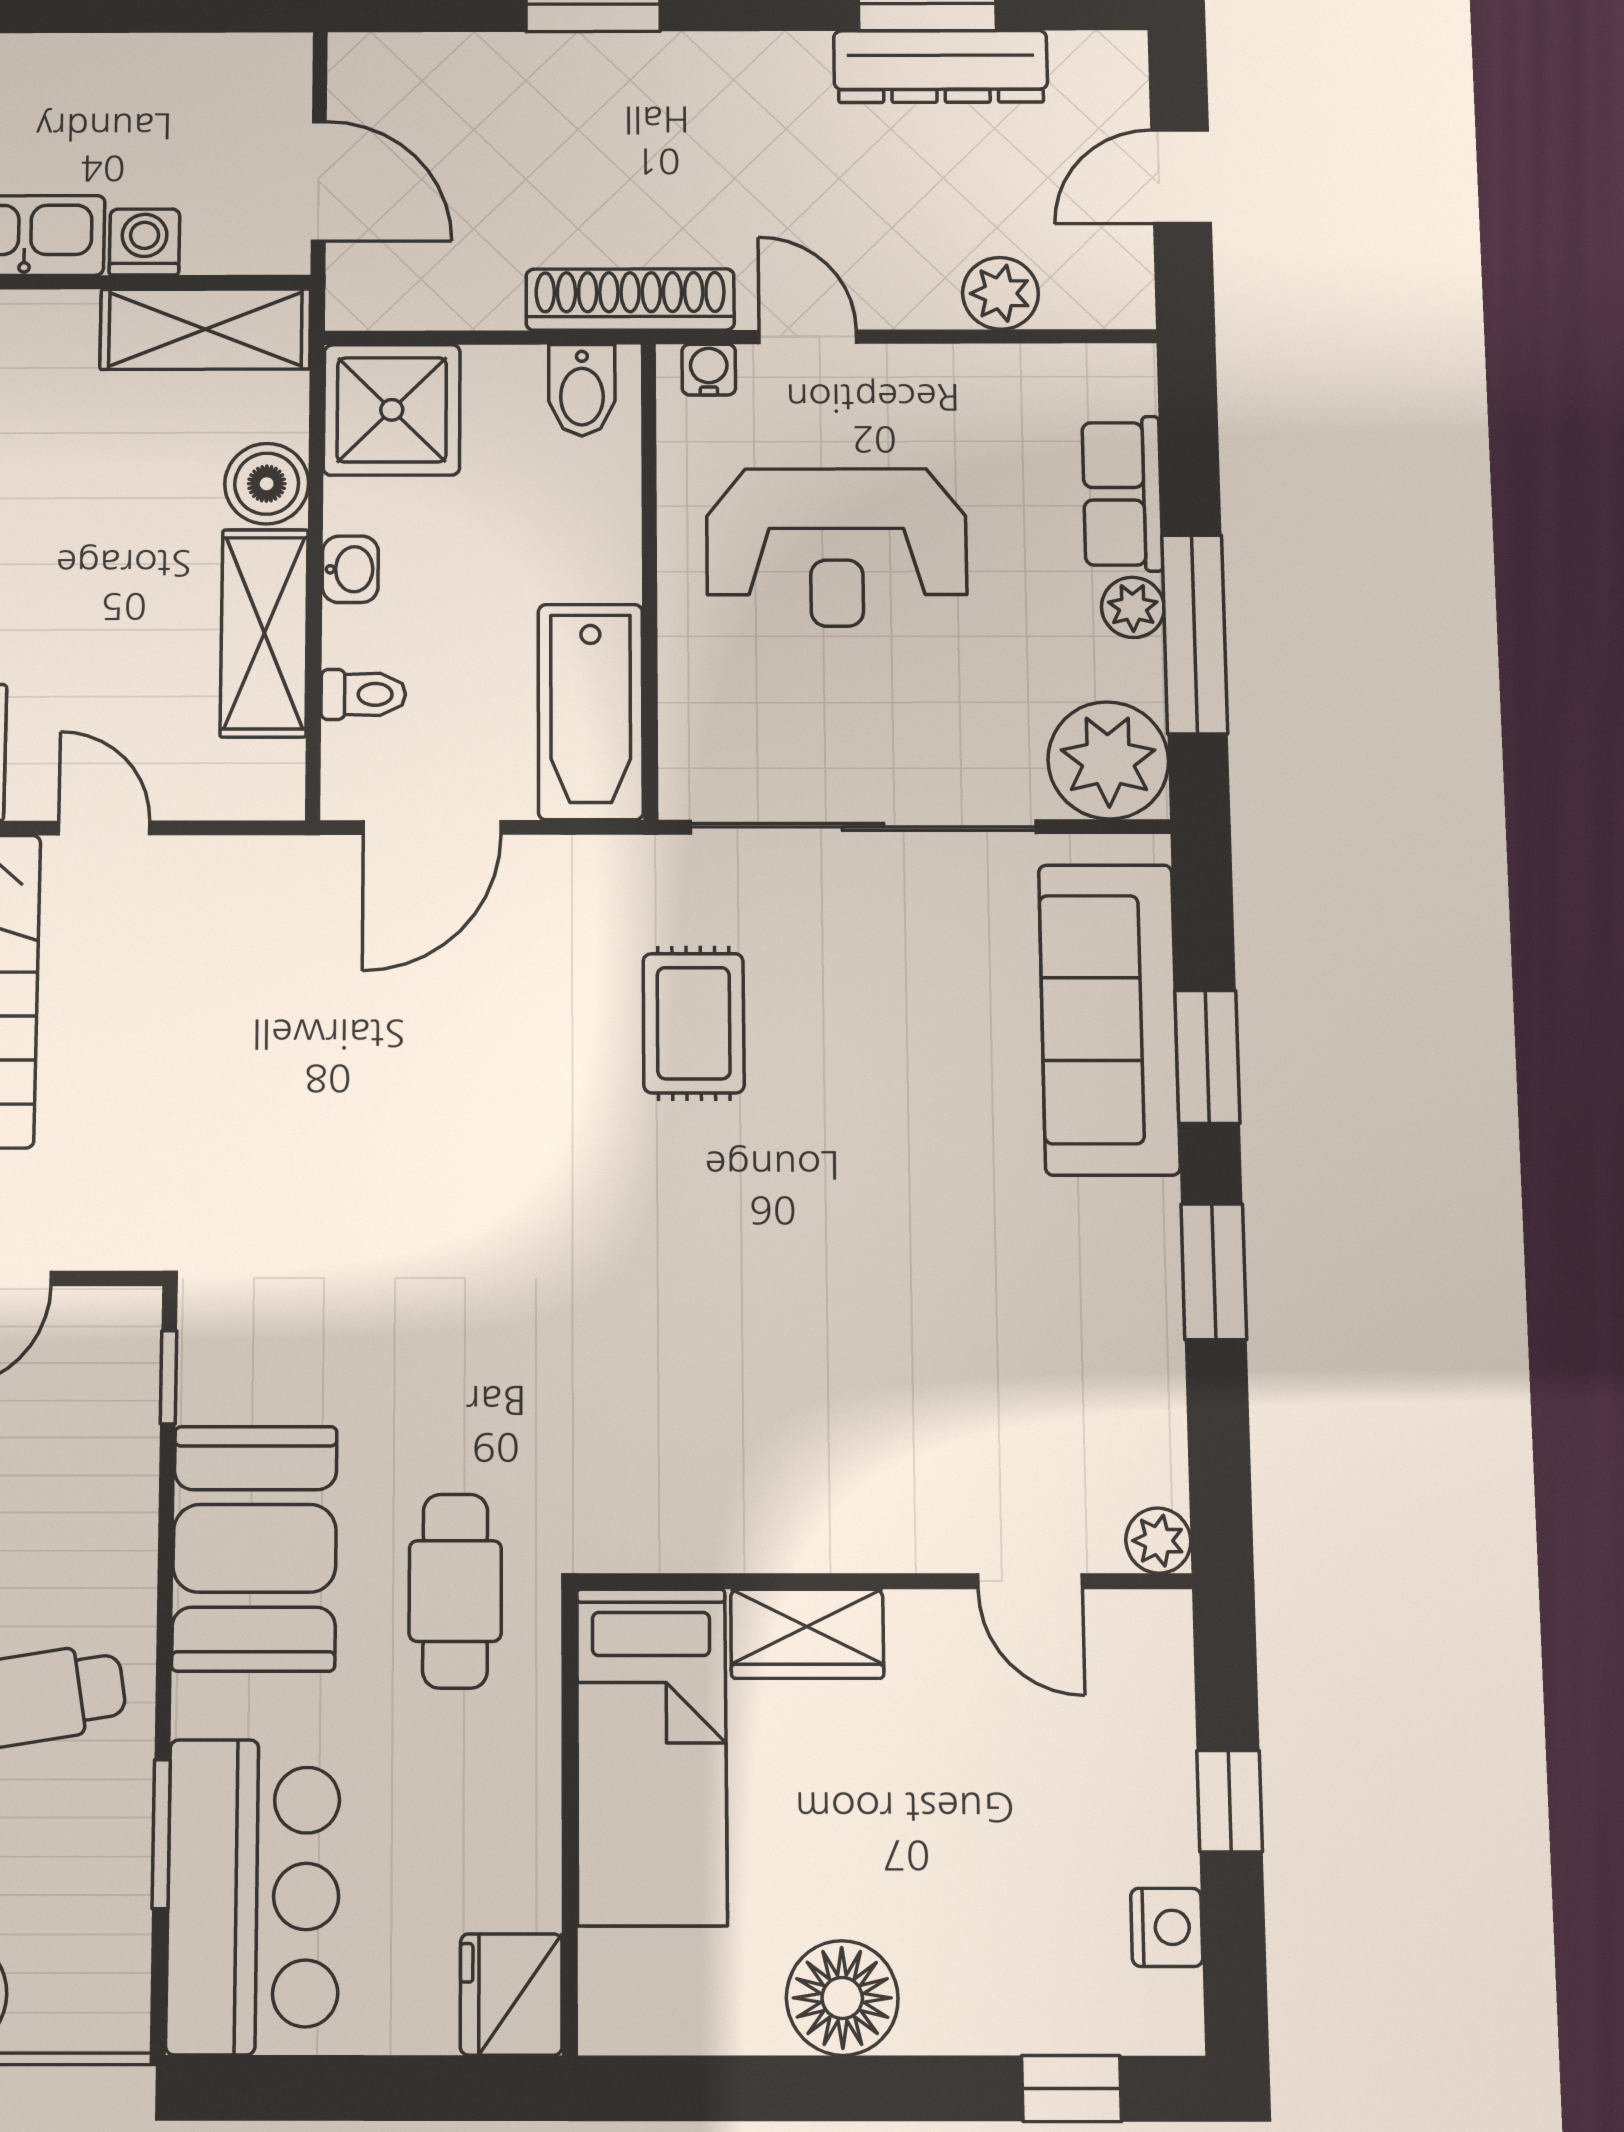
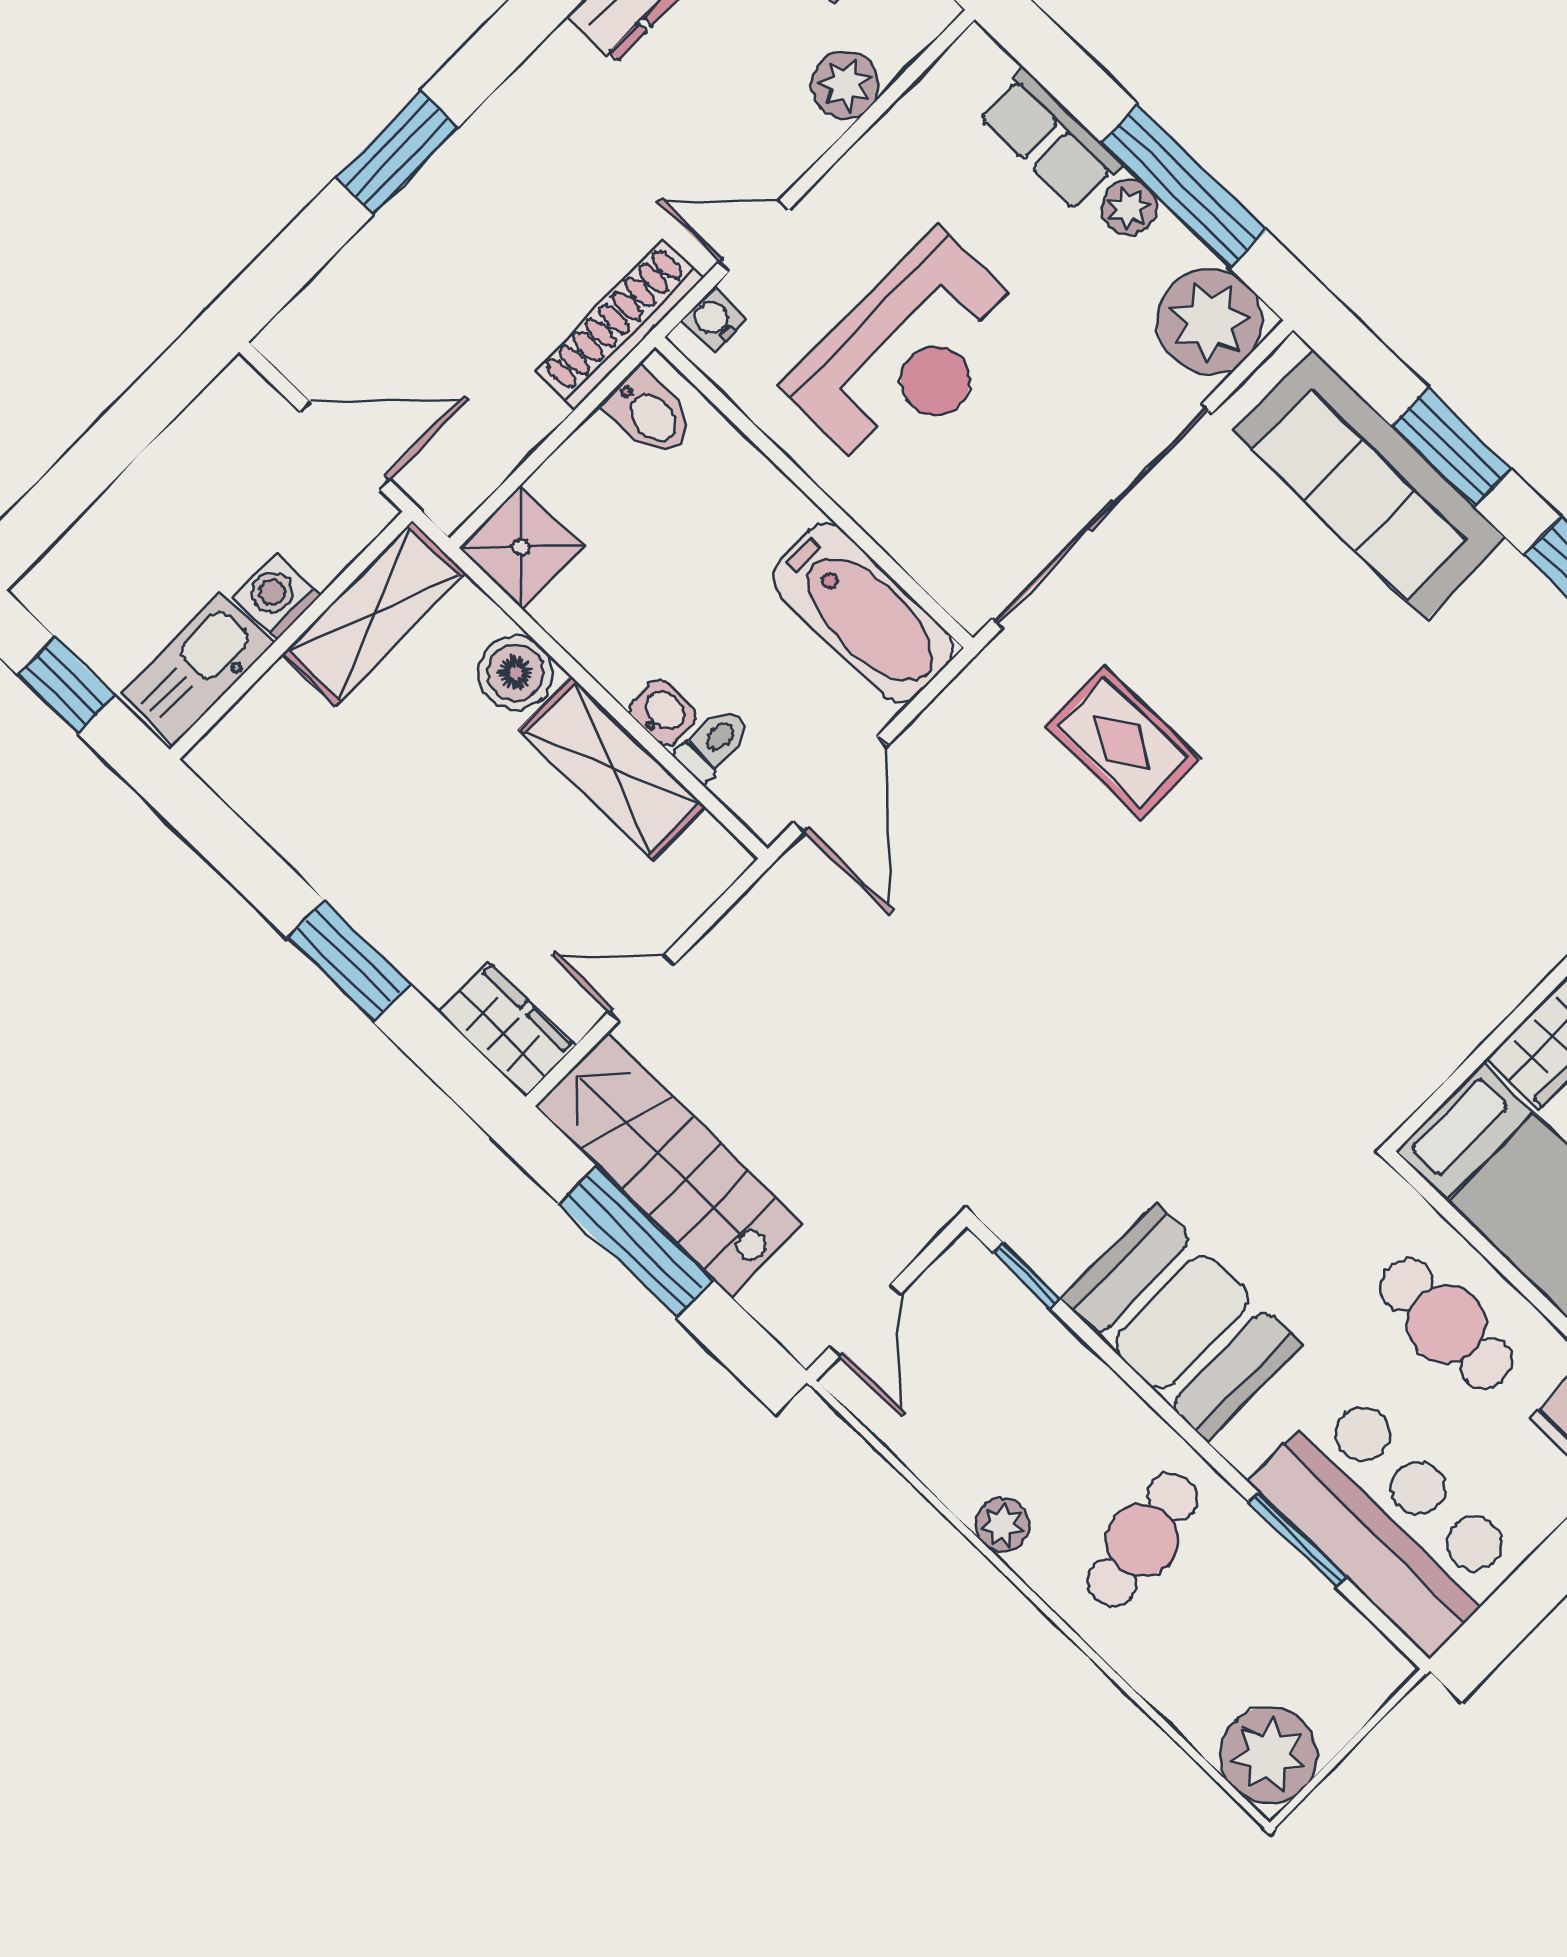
shower: (392, 410) -> (521, 547), width x0.73, depth x0.73
washbasin: (350, 569) -> (663, 712), moved
cafe table: (455, 1591) -> (1446, 1324), moved

